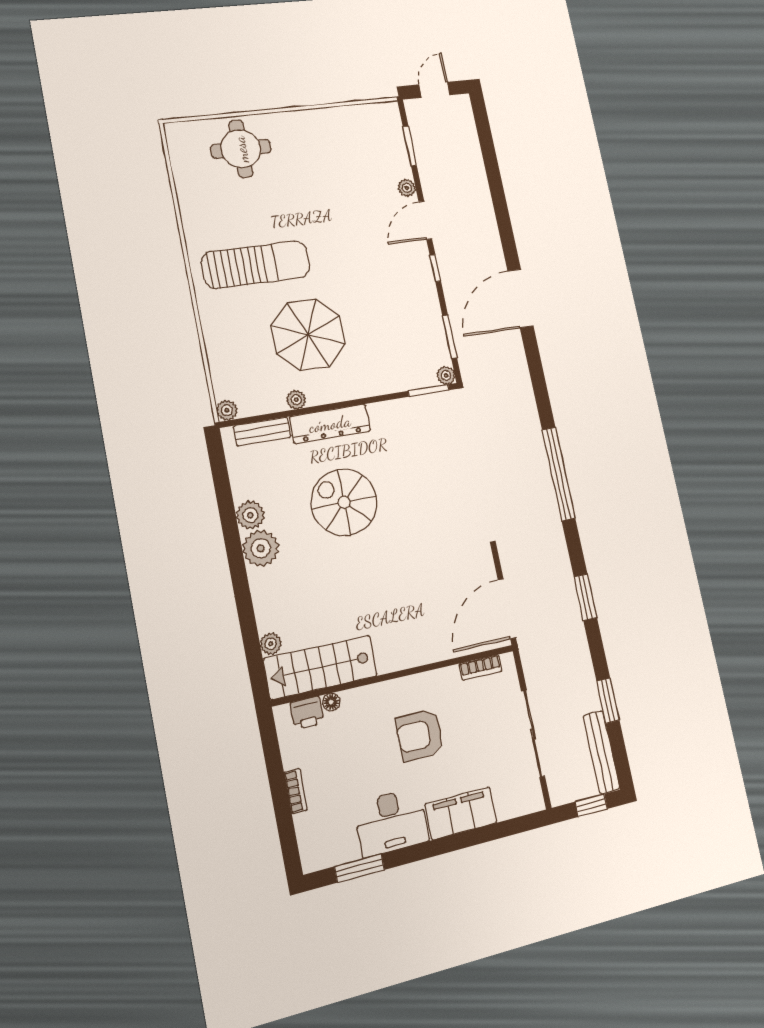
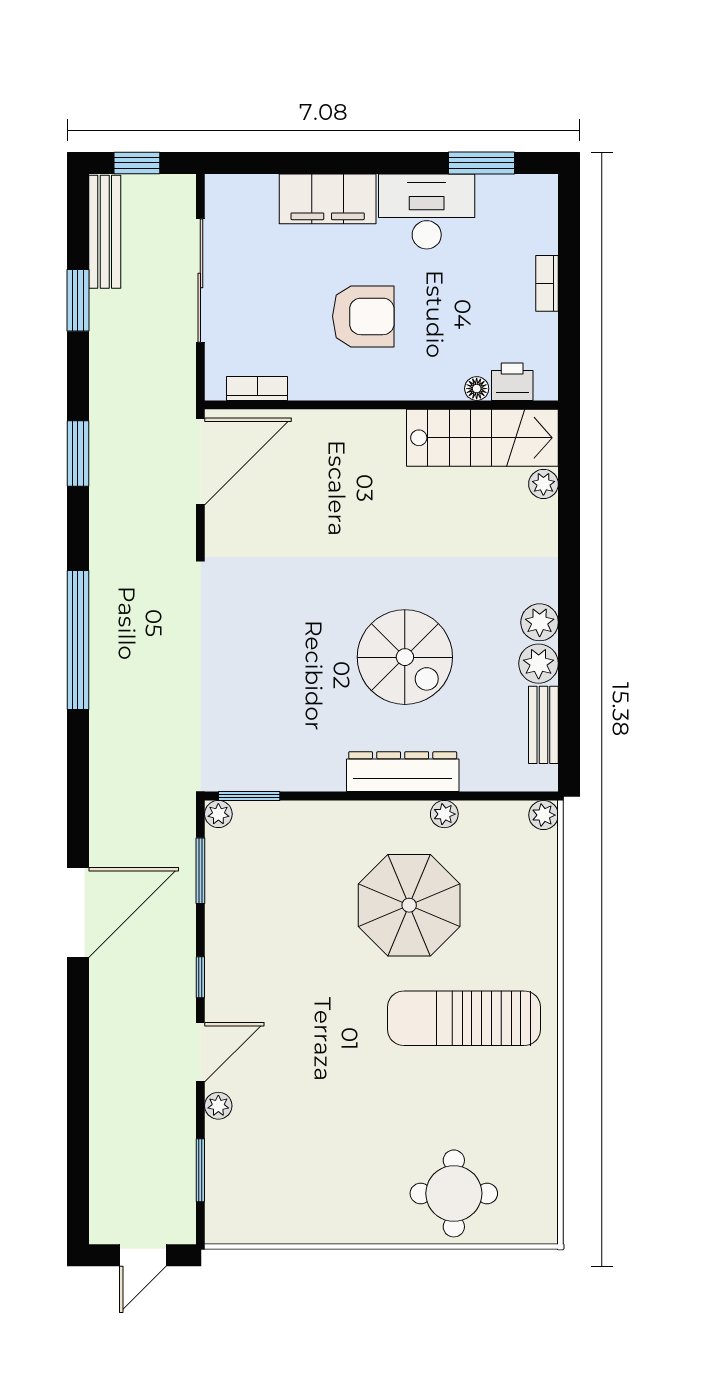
bench: (262, 432) -> (543, 725), moved, turned 90
plant: (261, 548) -> (540, 622), width x0.73, depth x0.73

